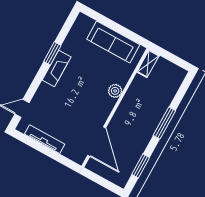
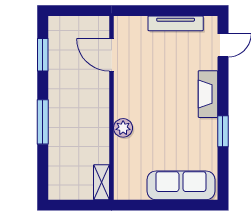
sofa: (113, 42) -> (181, 185), moved
fireplace: (57, 68) -> (208, 94), moved
door: (97, 142) -> (112, 55), width x0.73

